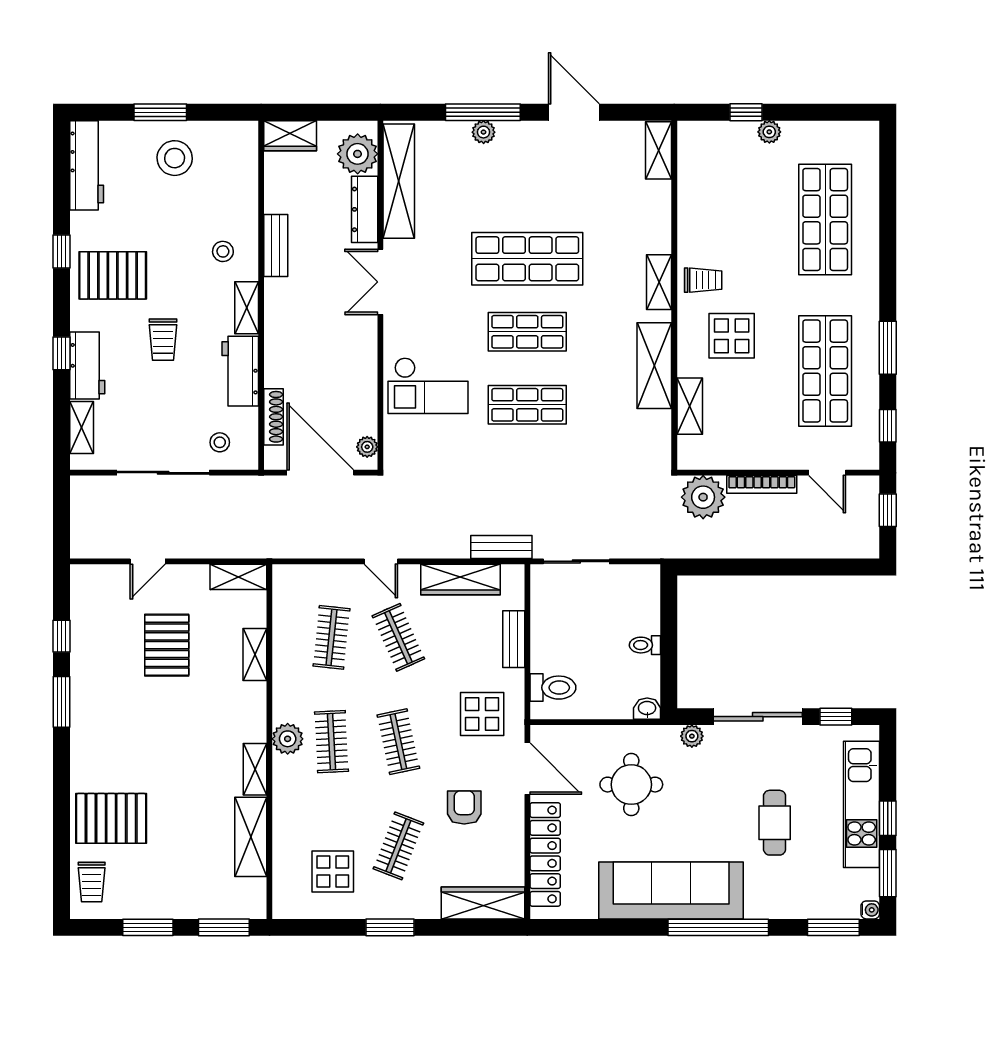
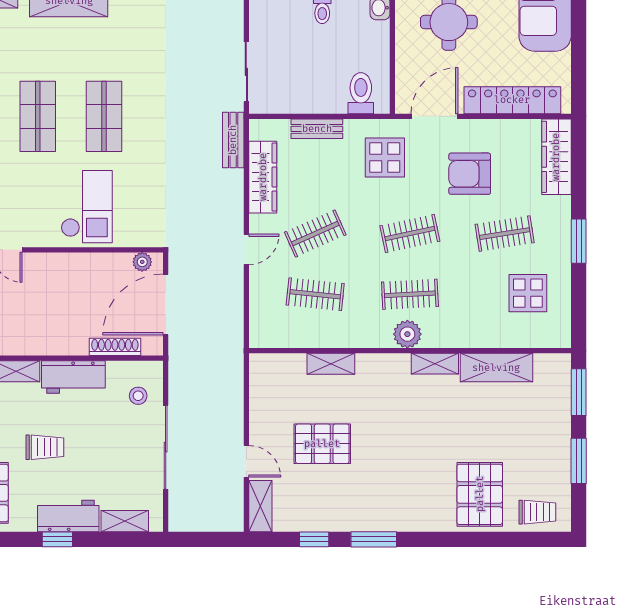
shelving: (238, 577) -> (260, 506), moved
armchair: (464, 808) -> (470, 174), width x1.38, depth x1.38
clothes rail: (398, 846) -> (505, 234), turned -30

